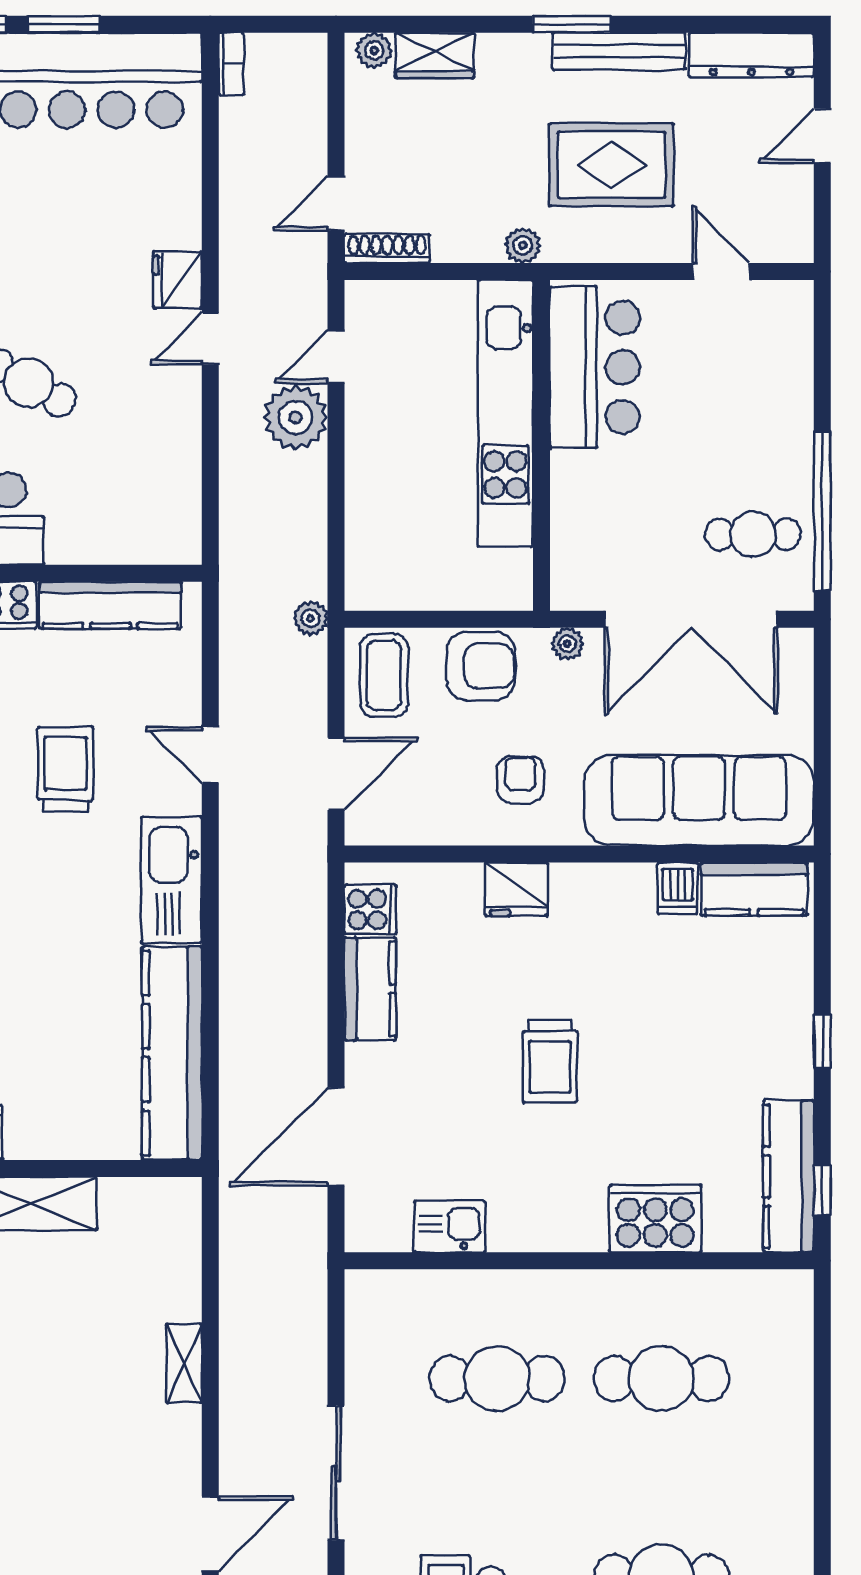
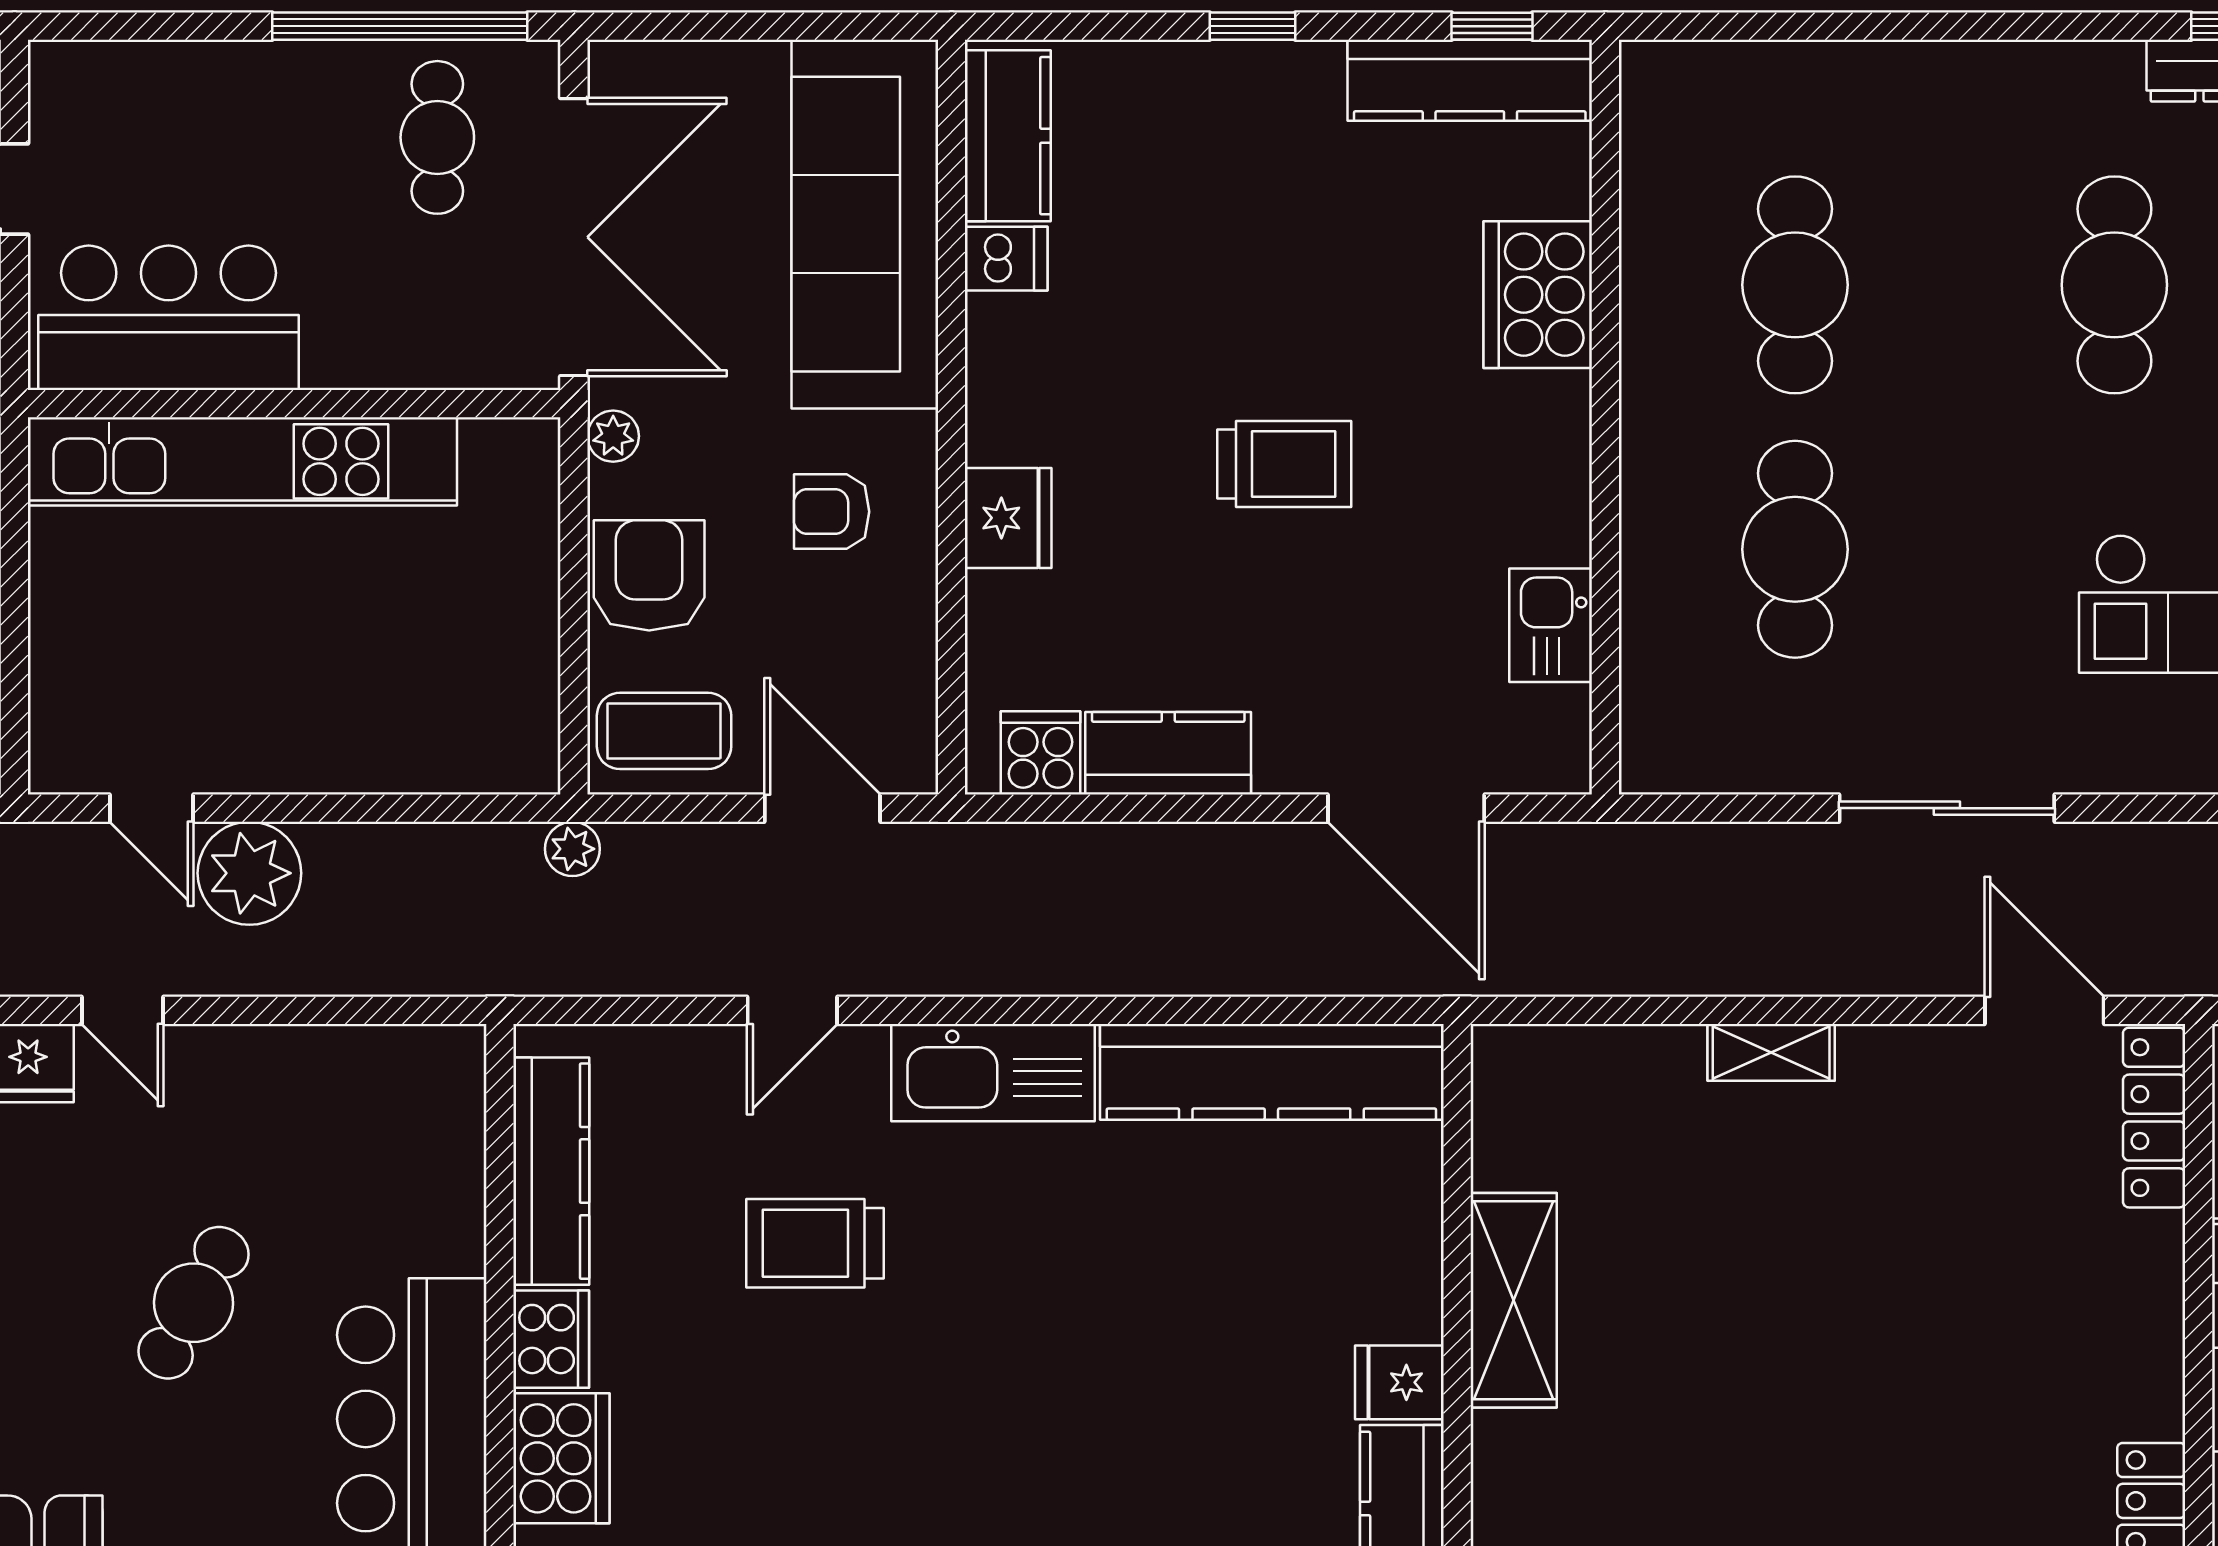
bar counter: (595, 367) -> (169, 318), moved
kitchen unit: (505, 413) -> (242, 461), moved
wall: (541, 445) -> (294, 404), moved

